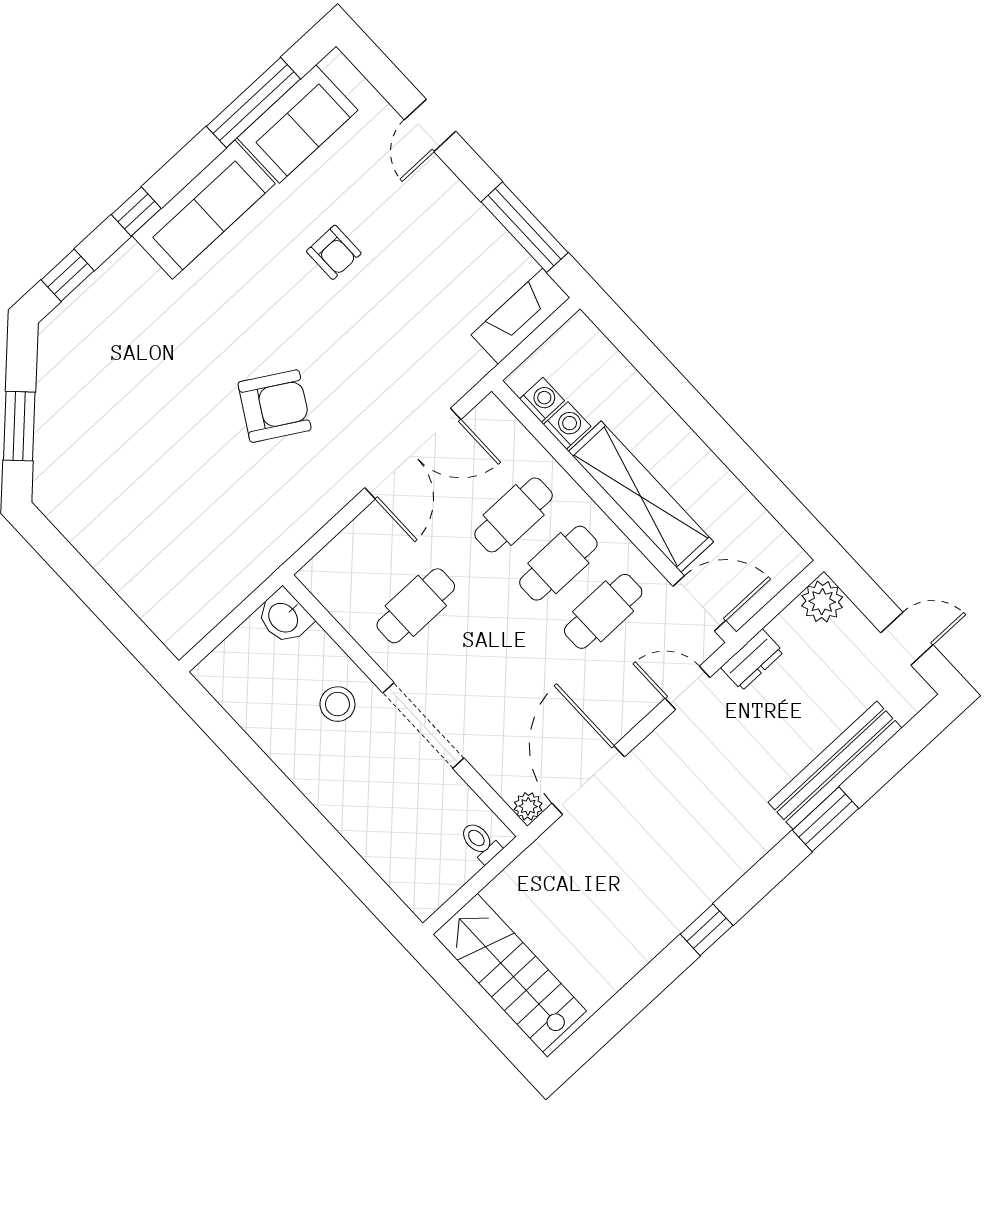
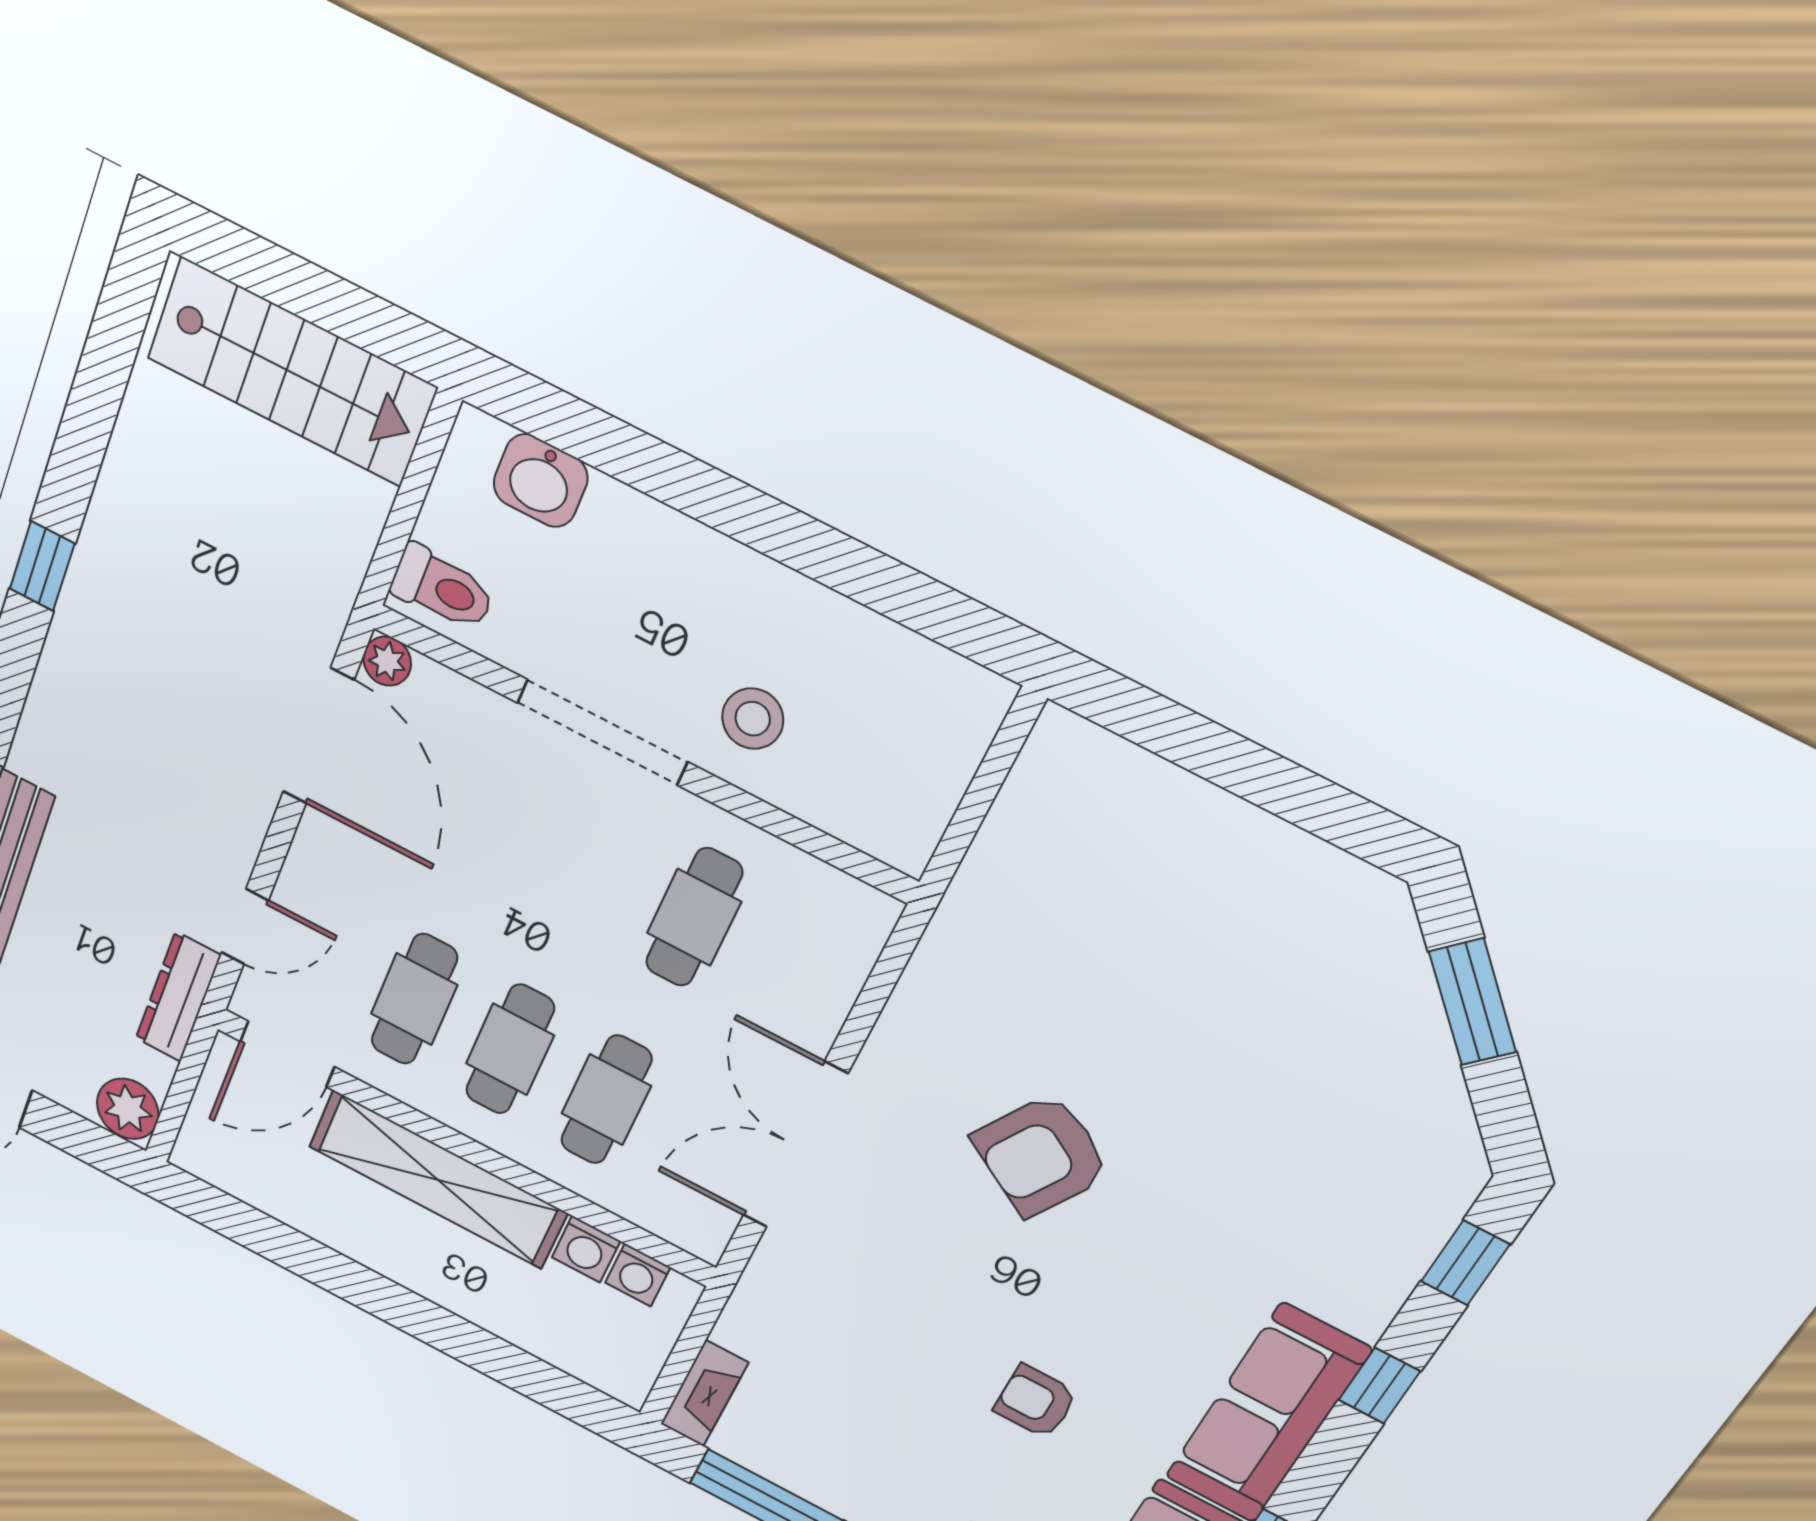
fireplace: (520, 316) -> (704, 1393), width x0.73, depth x0.76
washbasin: (284, 617) -> (540, 481), moved, turned 180
dresser: (752, 660) -> (178, 997), width x1.44
toilet: (480, 842) -> (442, 588), width x1.37, depth x1.39

